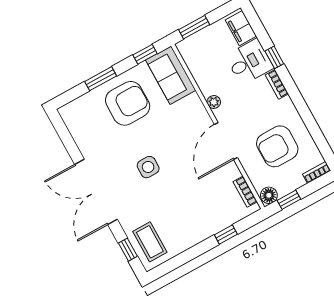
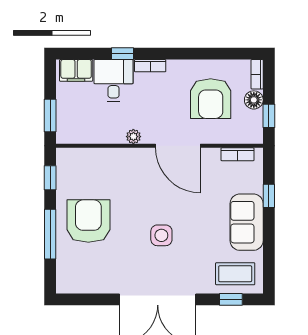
sofa: (171, 75) -> (247, 222), moved, turned 90
window: (101, 79) -> (50, 234), width x1.44
floor lamp: (269, 195) -> (254, 100), moved

